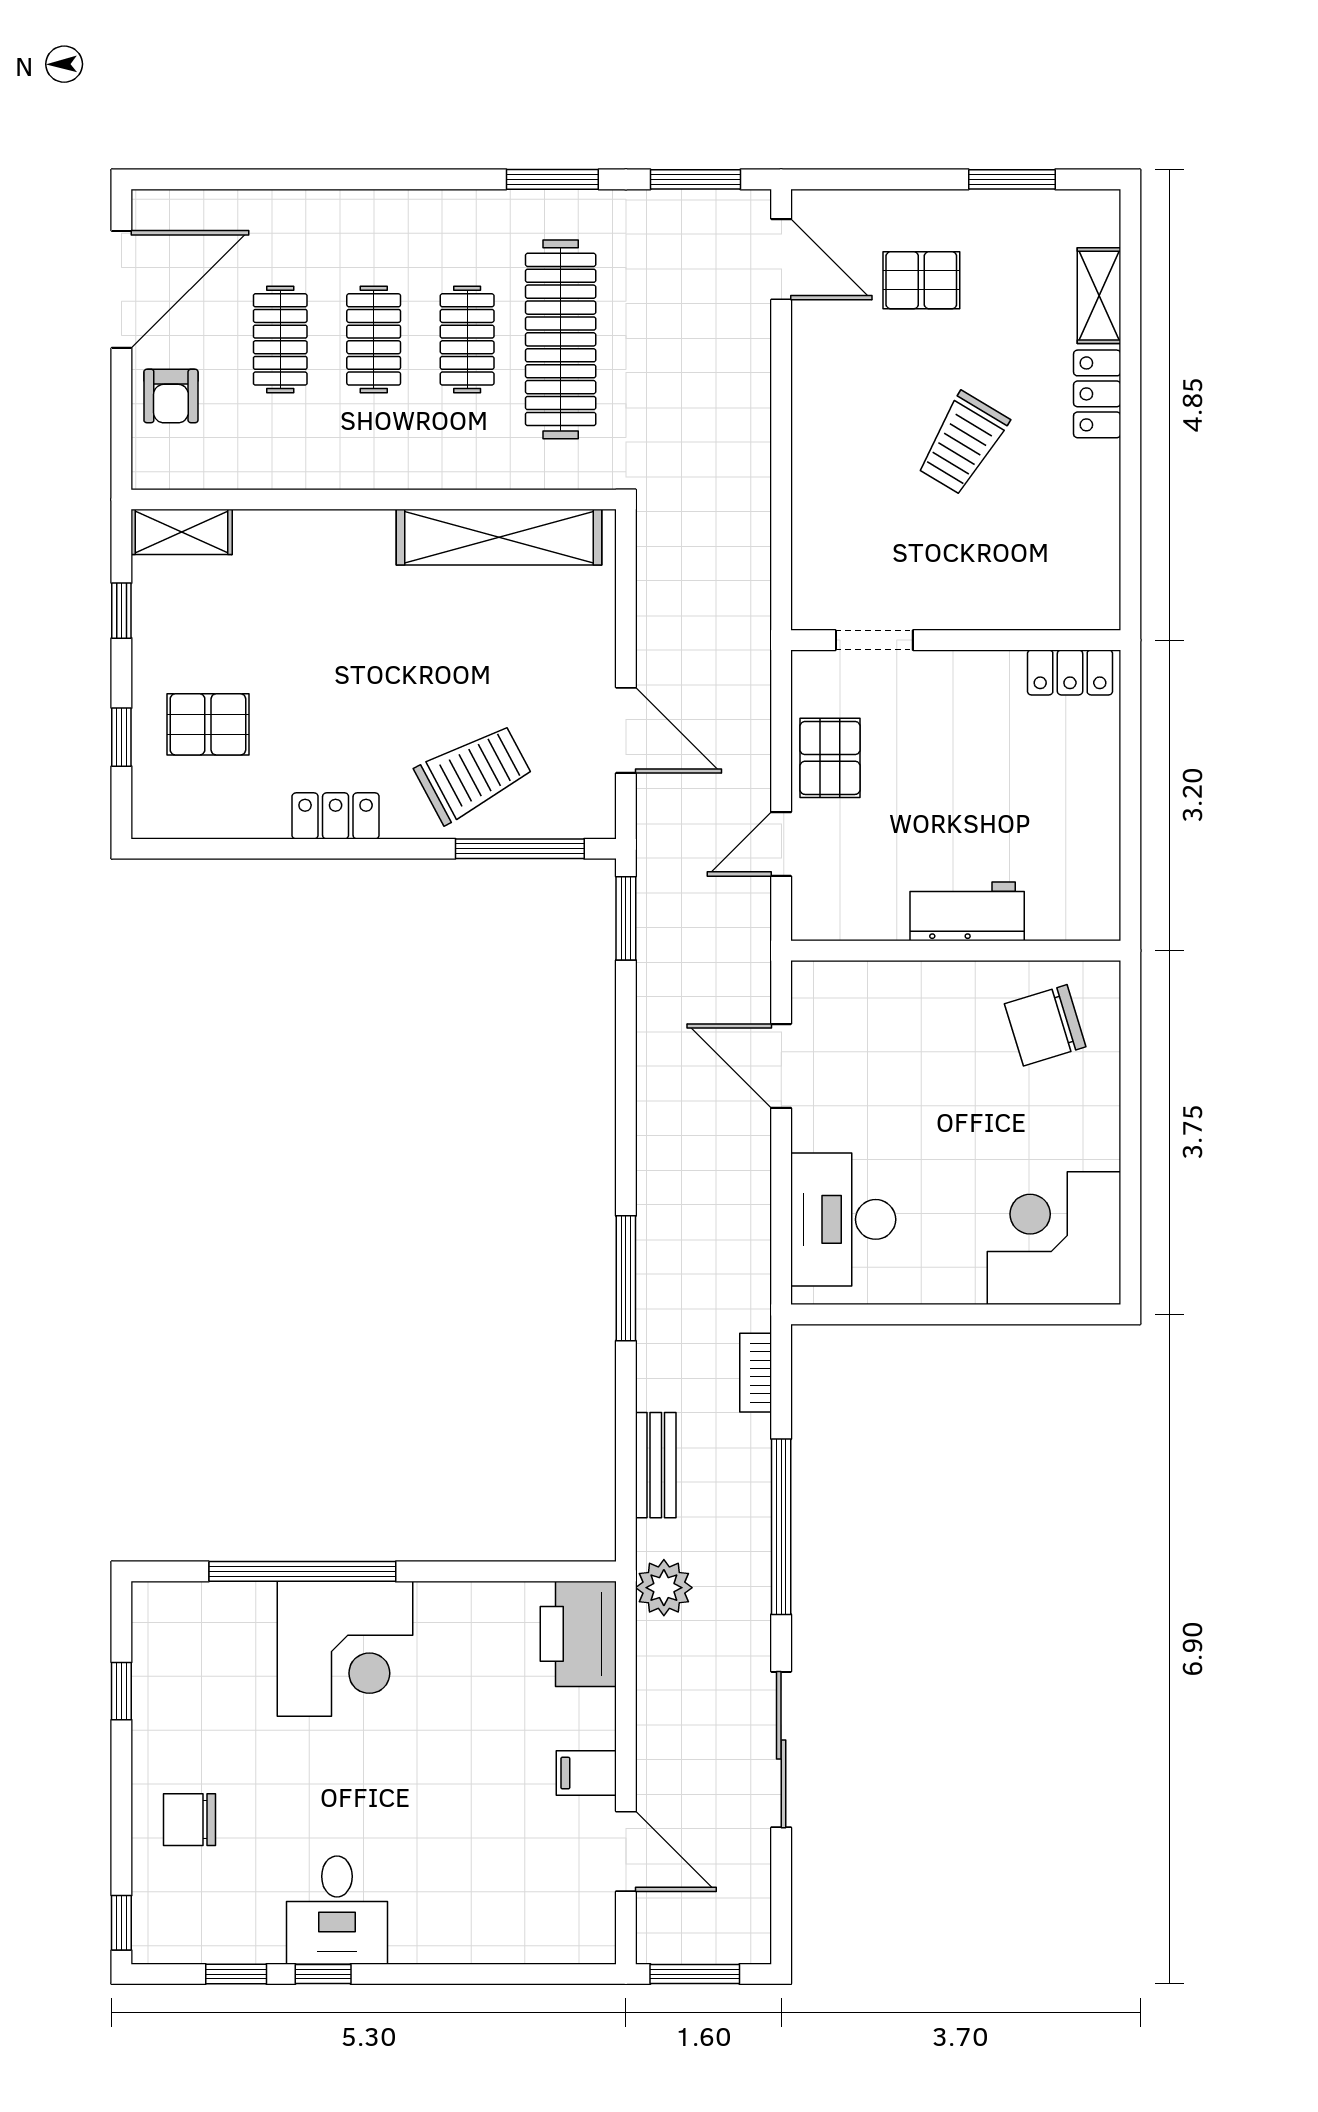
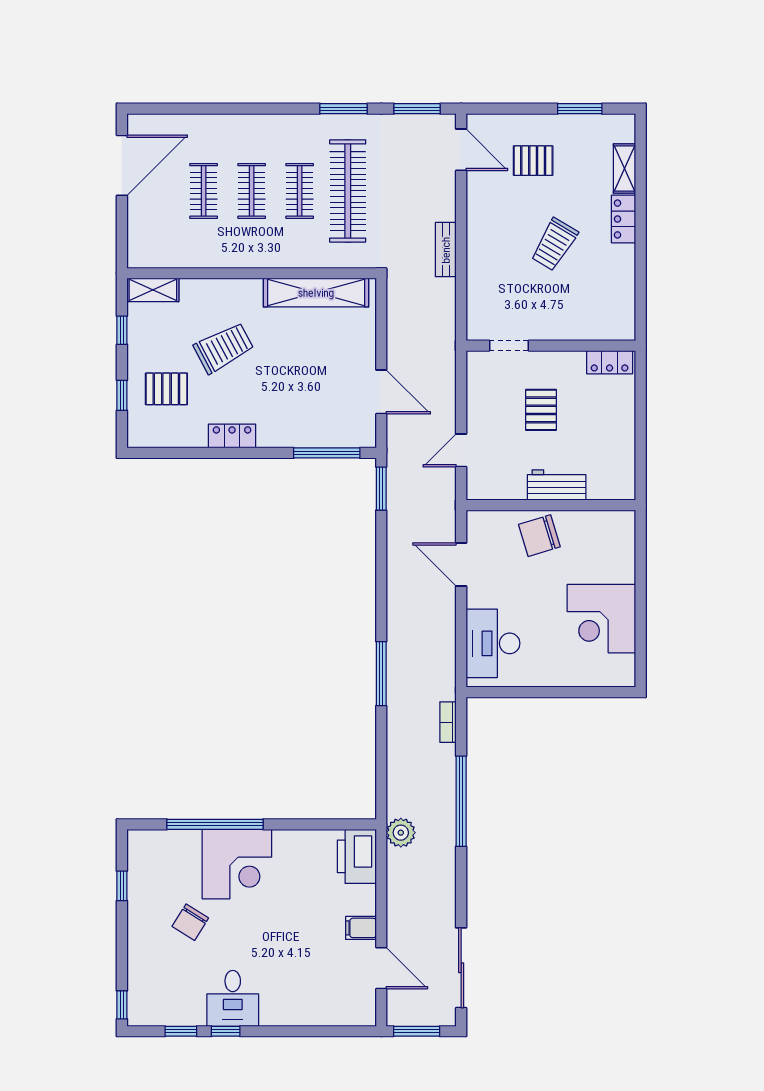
armchair: (171, 396) -> (147, 220), removed
pallet: (830, 758) -> (541, 410), moved
trolley: (474, 773) -> (224, 348), moved
chair: (1045, 1025) -> (539, 536), moved
corner desk: (1054, 1238) -> (601, 619), moved, turned -90
bench: (656, 1465) -> (446, 250), moved
sliding door: (781, 1750) -> (461, 968), moved
chair: (189, 1820) -> (190, 922), moved, turned -58

